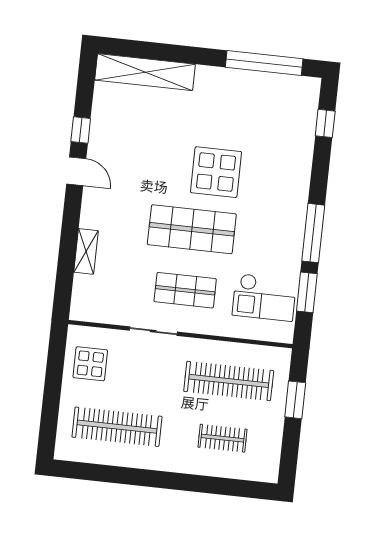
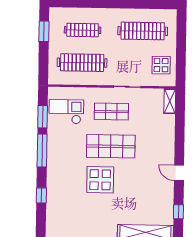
window: (325, 123) -> (41, 195), moved
window: (81, 130) -> (178, 212), moved
shelving: (86, 251) -> (170, 101), moved
window: (295, 400) -> (44, 31), moved
clothes rail: (222, 438) -> (83, 30), width x1.36

